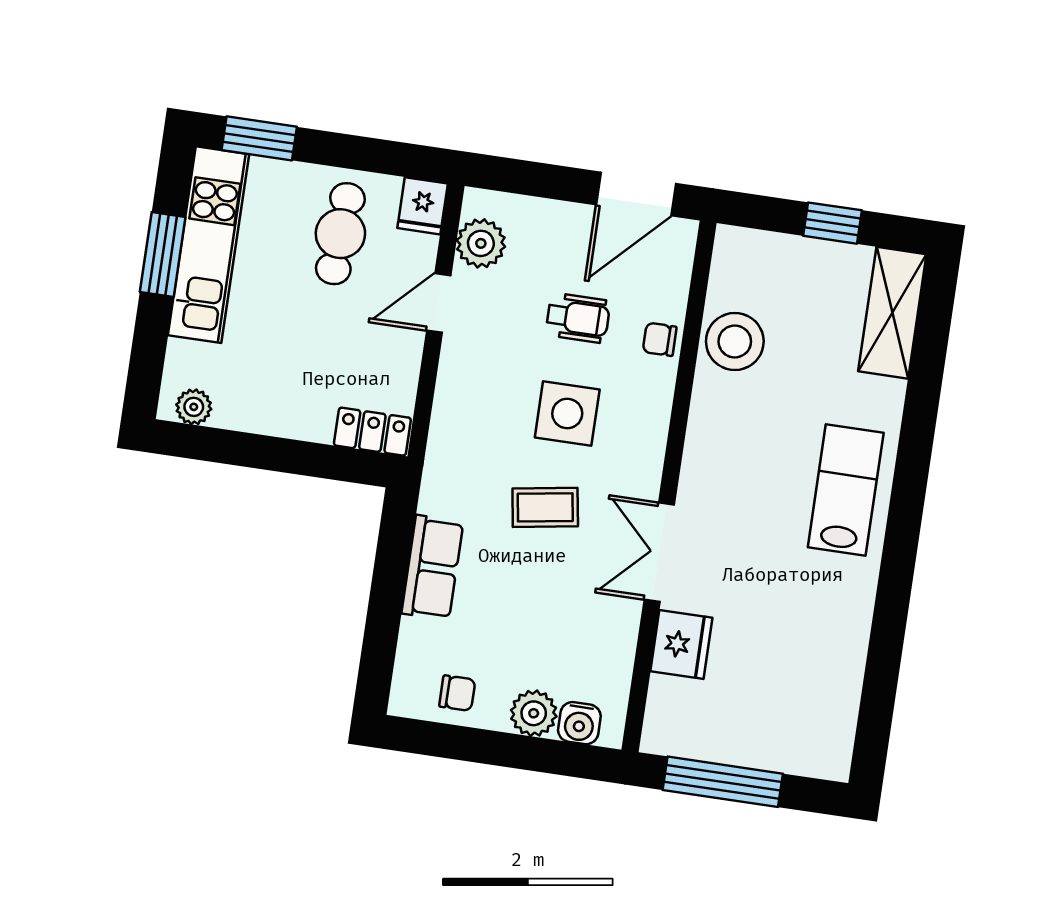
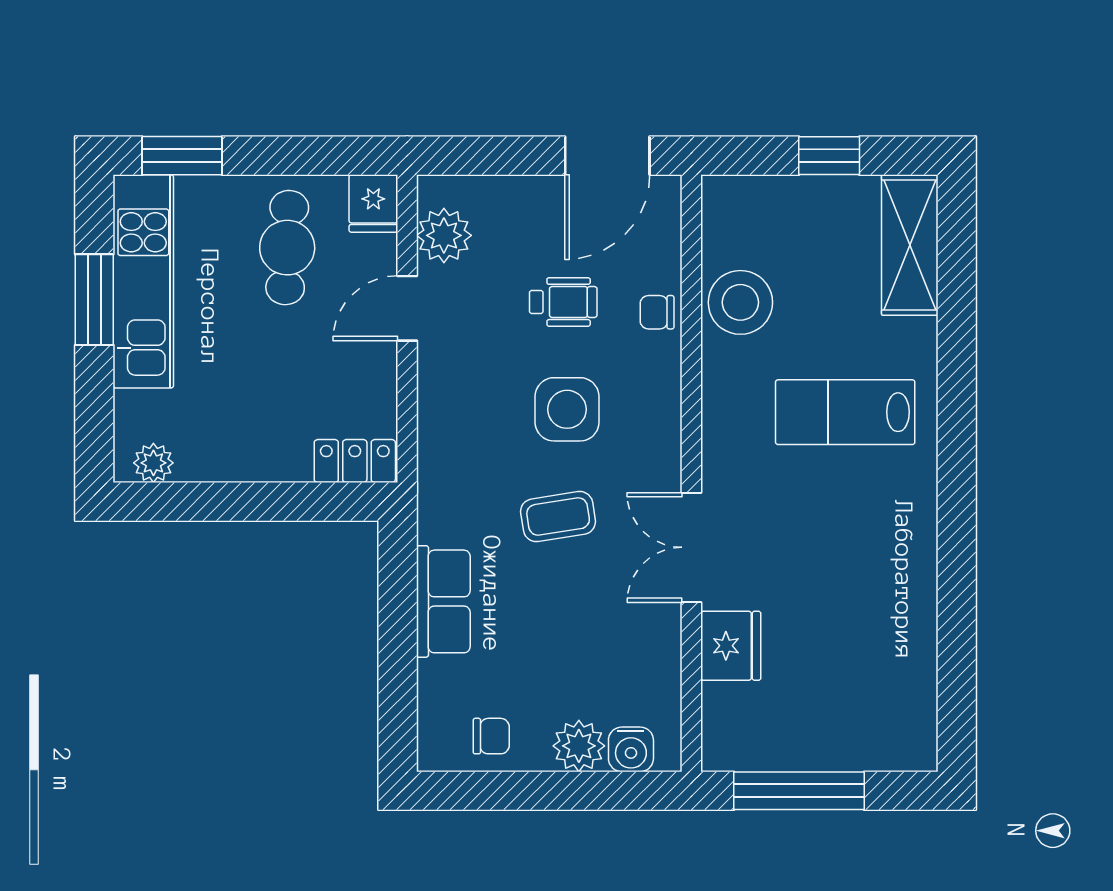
lab bench: (846, 490) -> (845, 412), moved, turned -90

